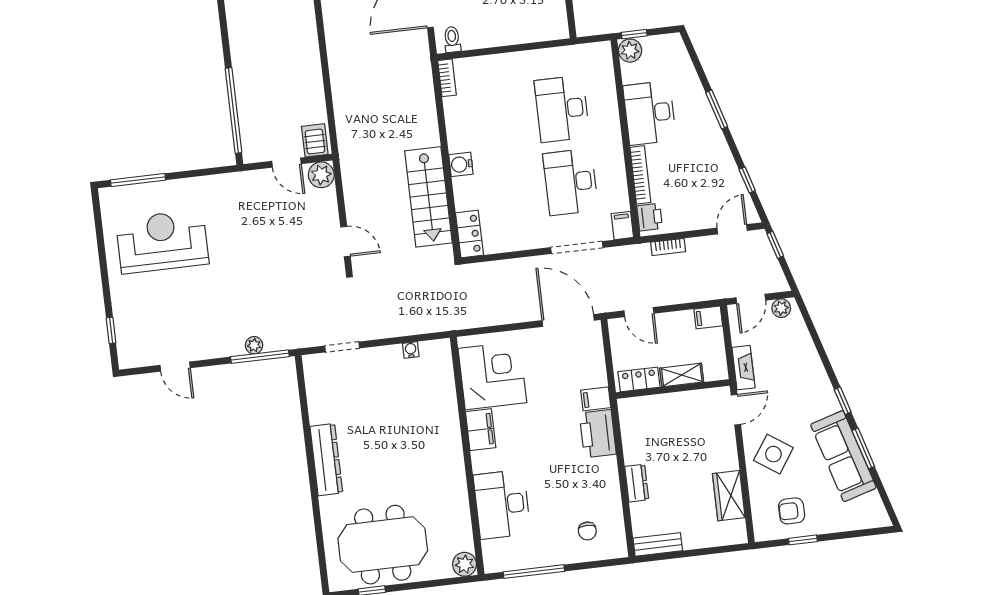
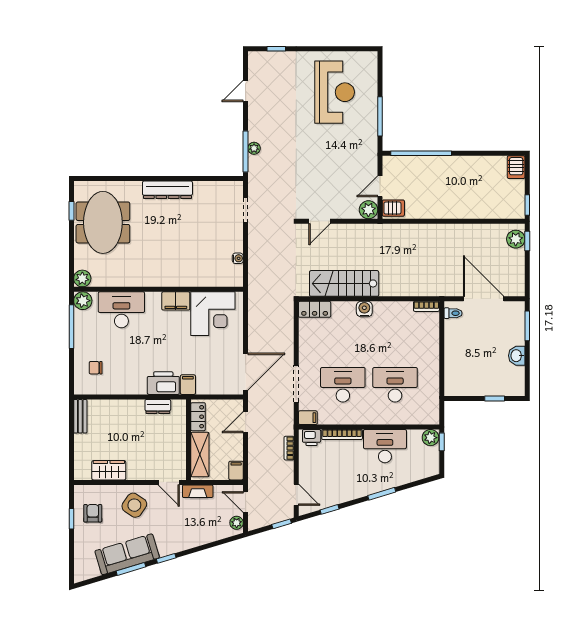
window: (138, 180) -> (380, 116), moved
shelving: (682, 375) -> (200, 455), width x1.50, depth x1.33
dresser: (637, 483) -> (158, 406), moved
plant: (496, 560) -> (83, 301), added

